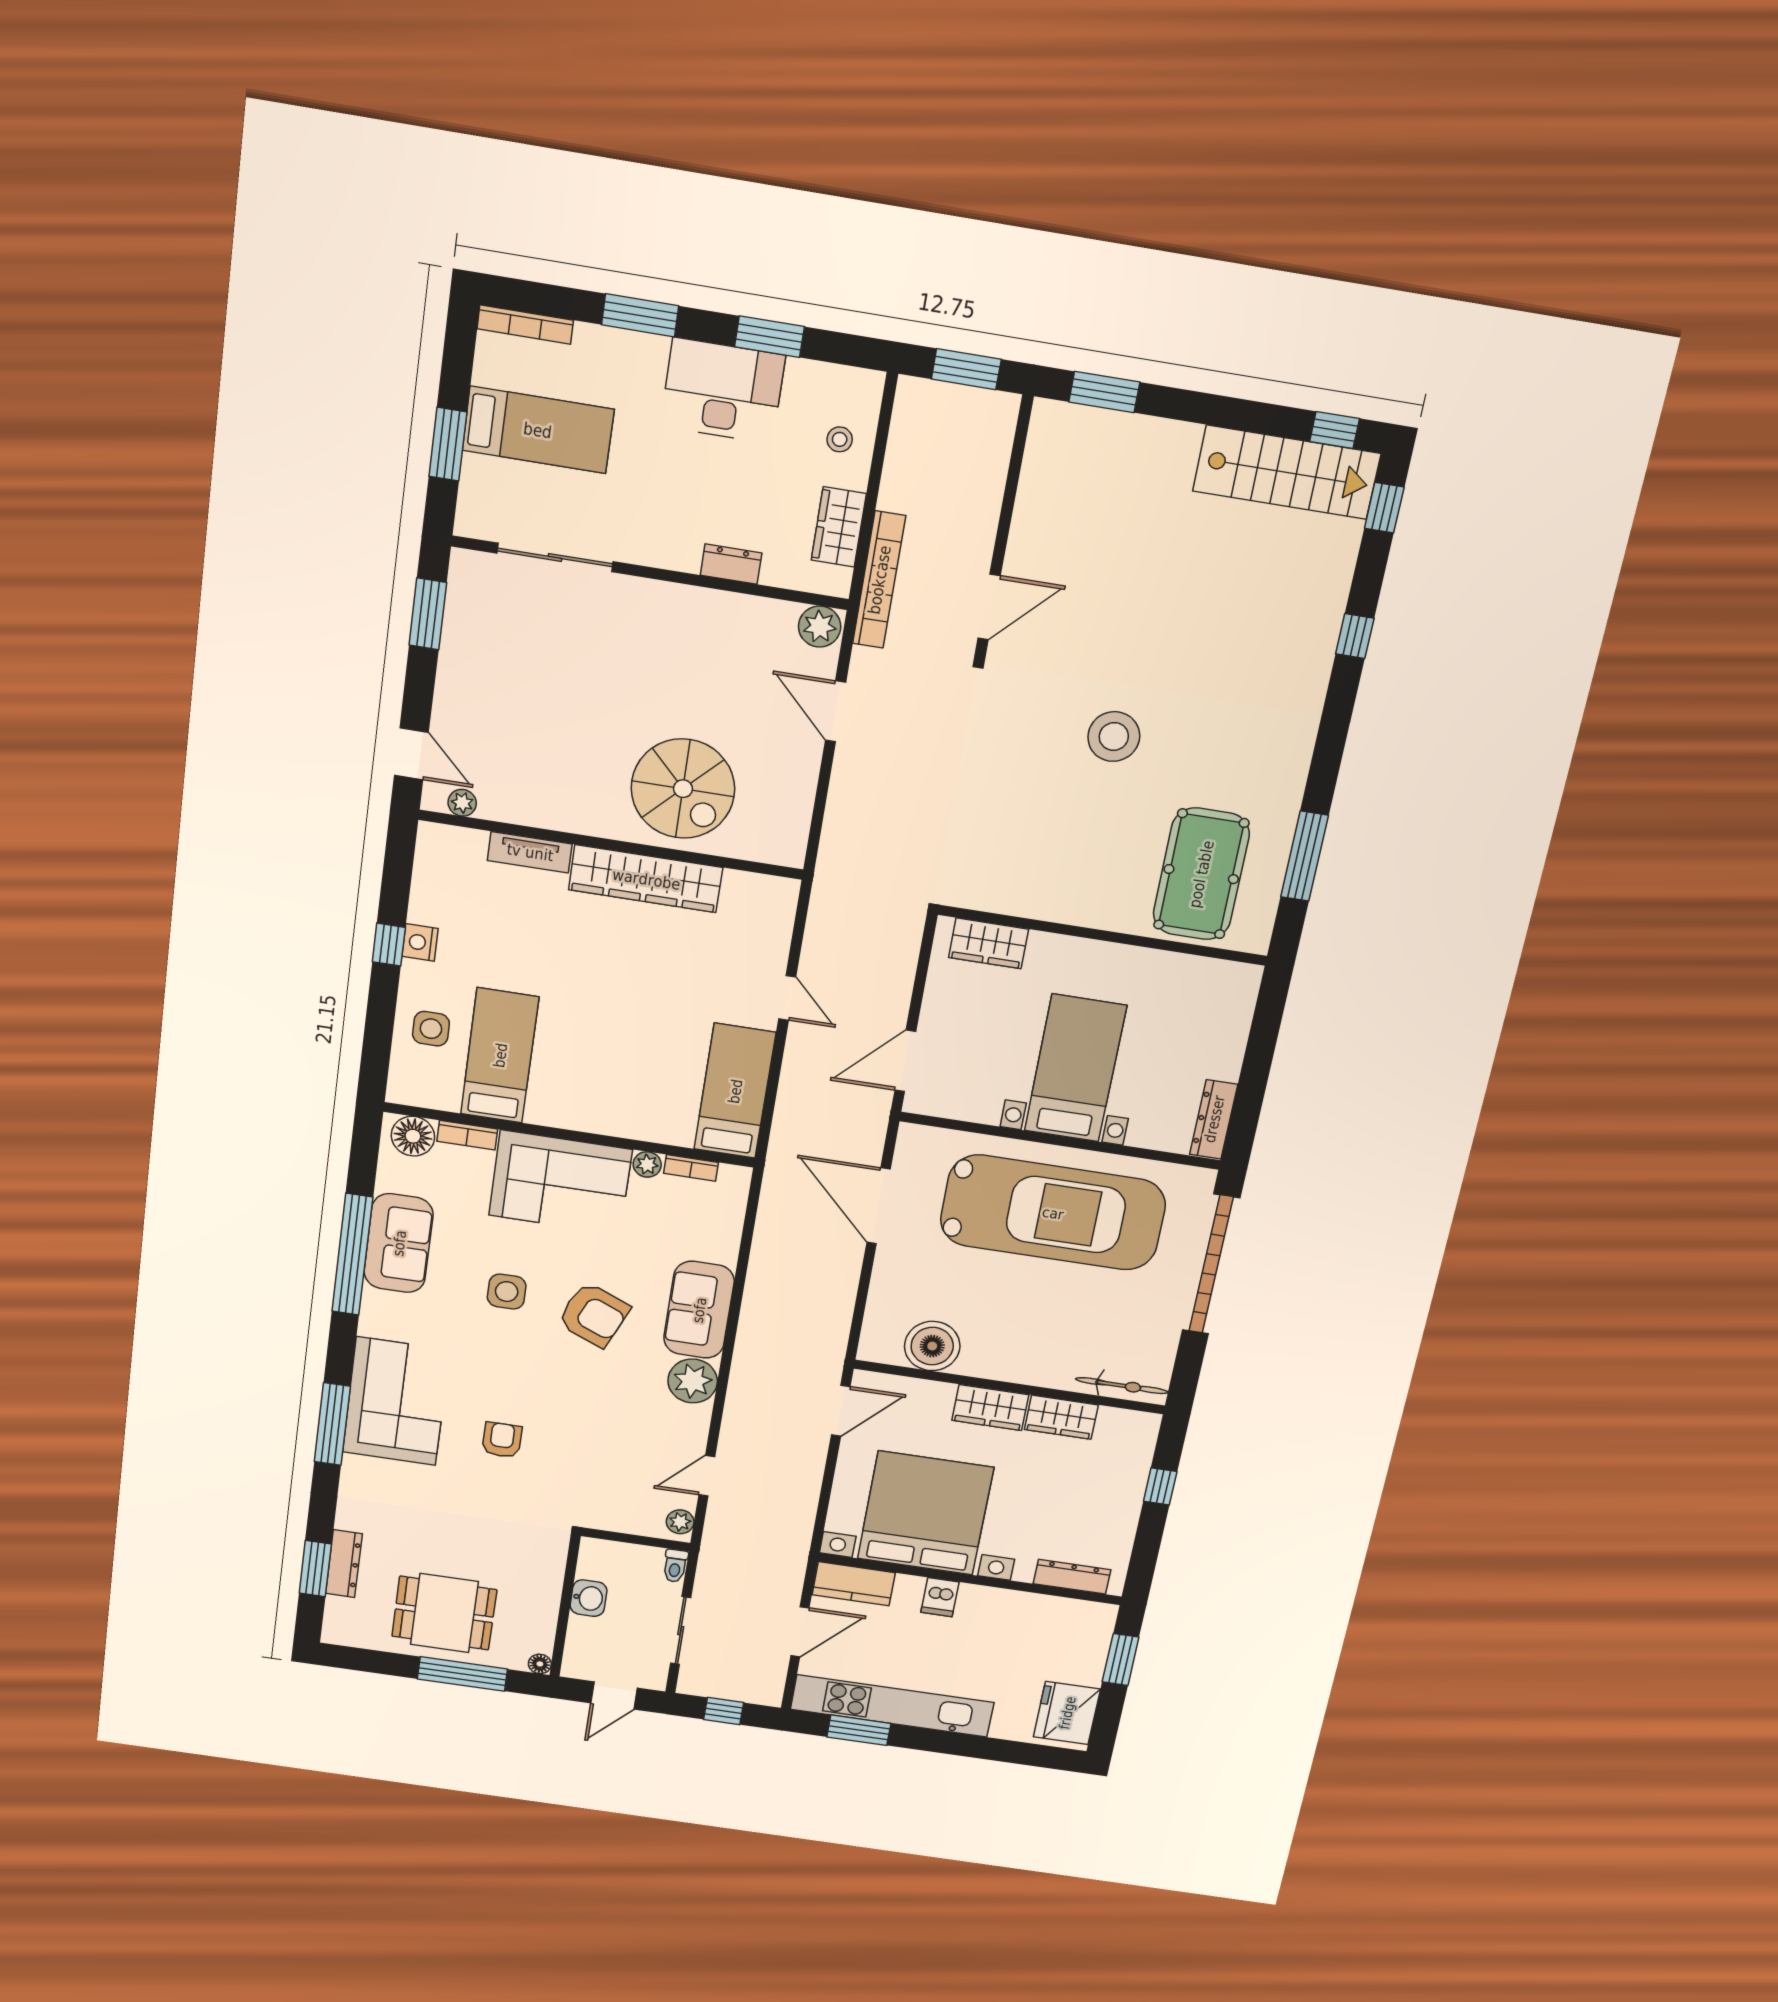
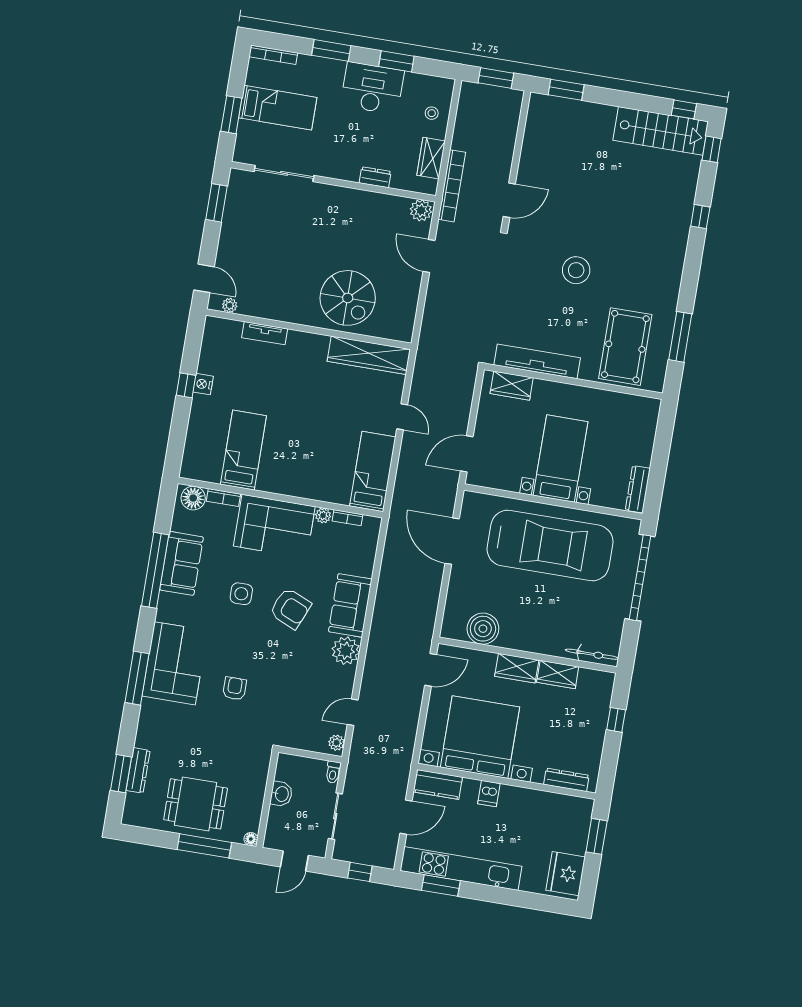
wardrobe: (646, 879) -> (369, 355), moved
tv unit: (1036, 901) -> (537, 361), added
side table: (431, 1029) -> (206, 434), removed

